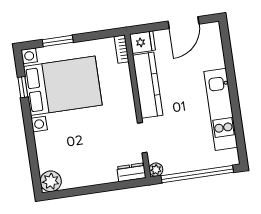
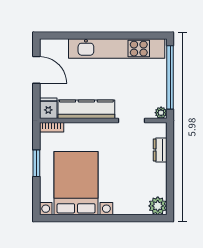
window: (58, 41) -> (36, 163), moved
window: (23, 87) -> (72, 218), removed
kitchen unit: (221, 109) -> (117, 49), width x1.36
dresser: (131, 172) -> (160, 150), moved

